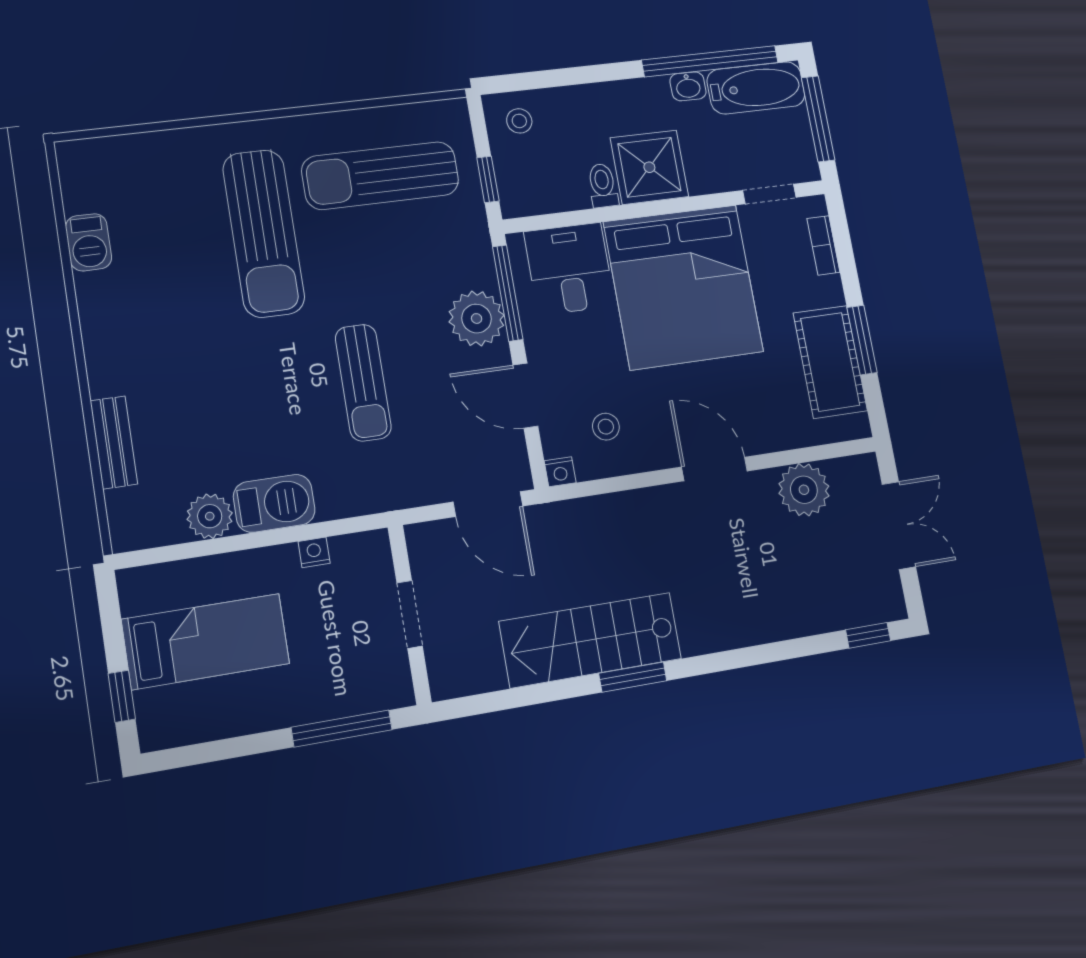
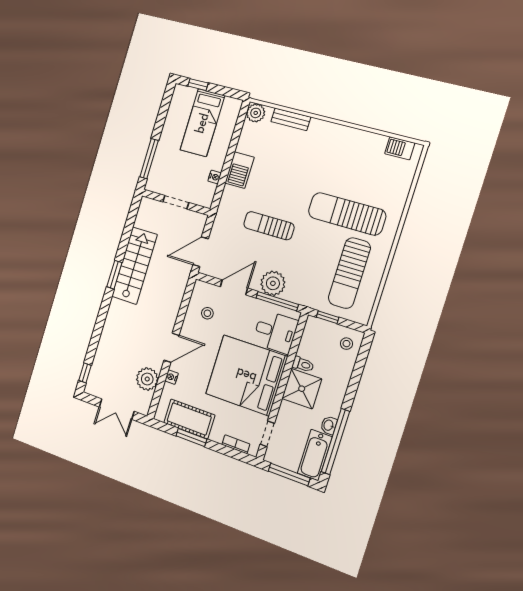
sun lounger: (380, 176) -> (349, 273), turned 180
barbecue: (89, 242) -> (400, 148), moved
nightstand: (560, 472) -> (171, 377), moved
plant: (210, 516) -> (256, 113), moved

